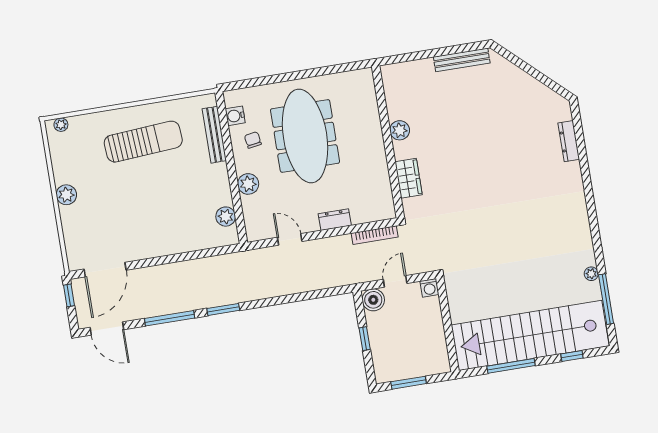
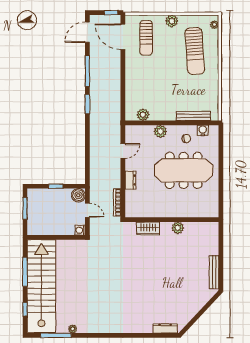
dresser: (569, 141) -> (165, 328), moved
sun lounger: (143, 142) -> (195, 51), moved
sun lounger: (101, 232) -> (146, 38), added

